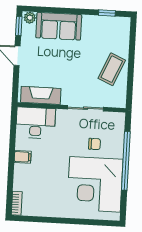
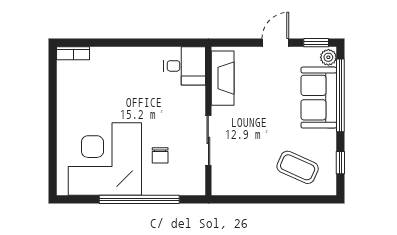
window: (58, 10) -> (340, 95), added
coffee table: (112, 69) -> (298, 167), moved
desk: (36, 123) -> (185, 66), width x0.73
filing cabinet: (23, 157) -> (137, 58), removed

